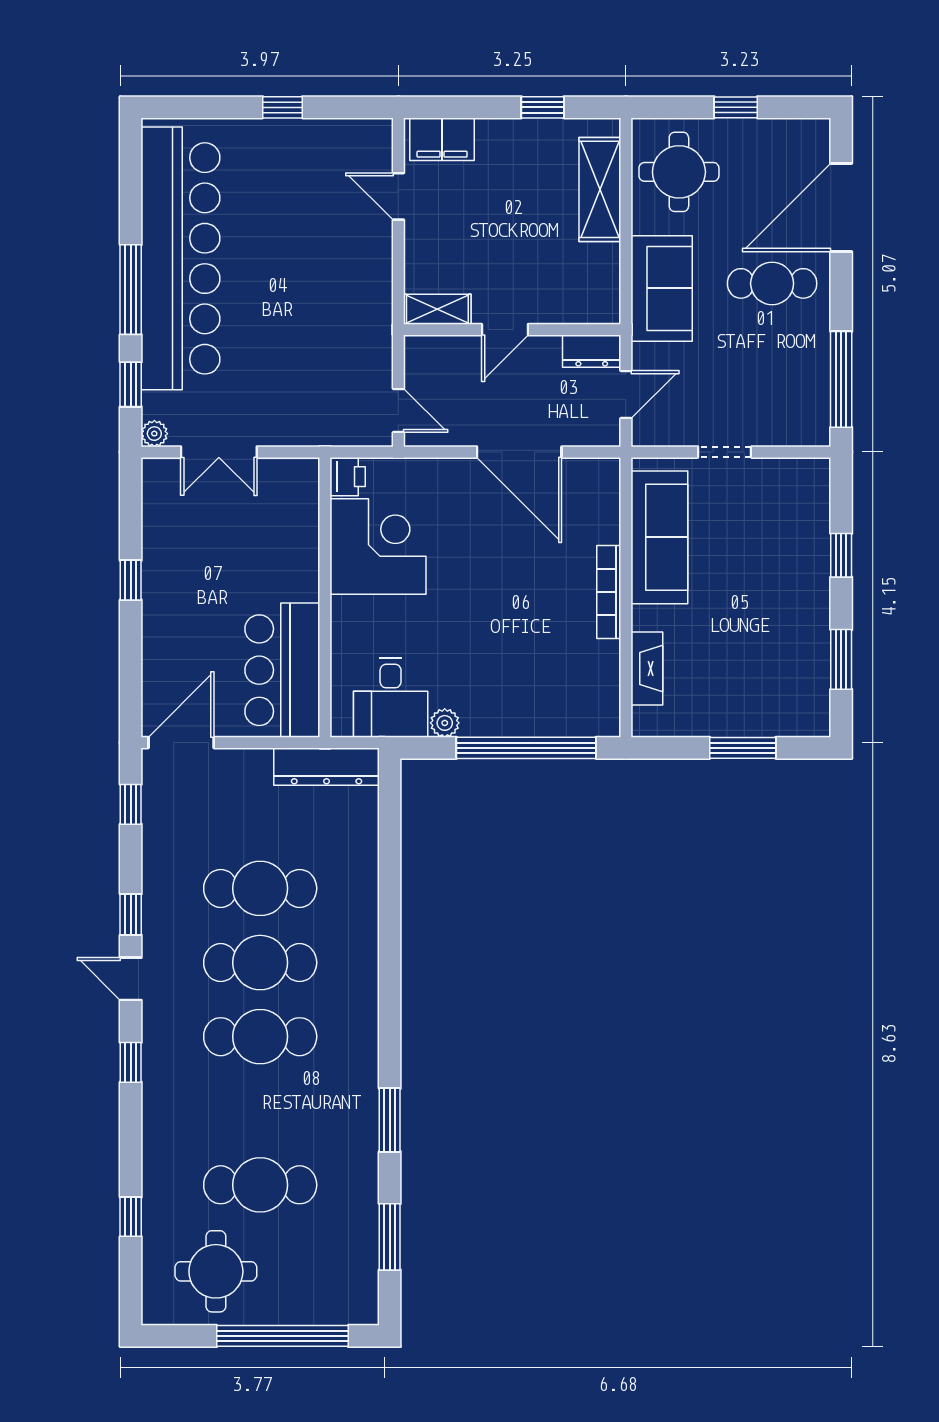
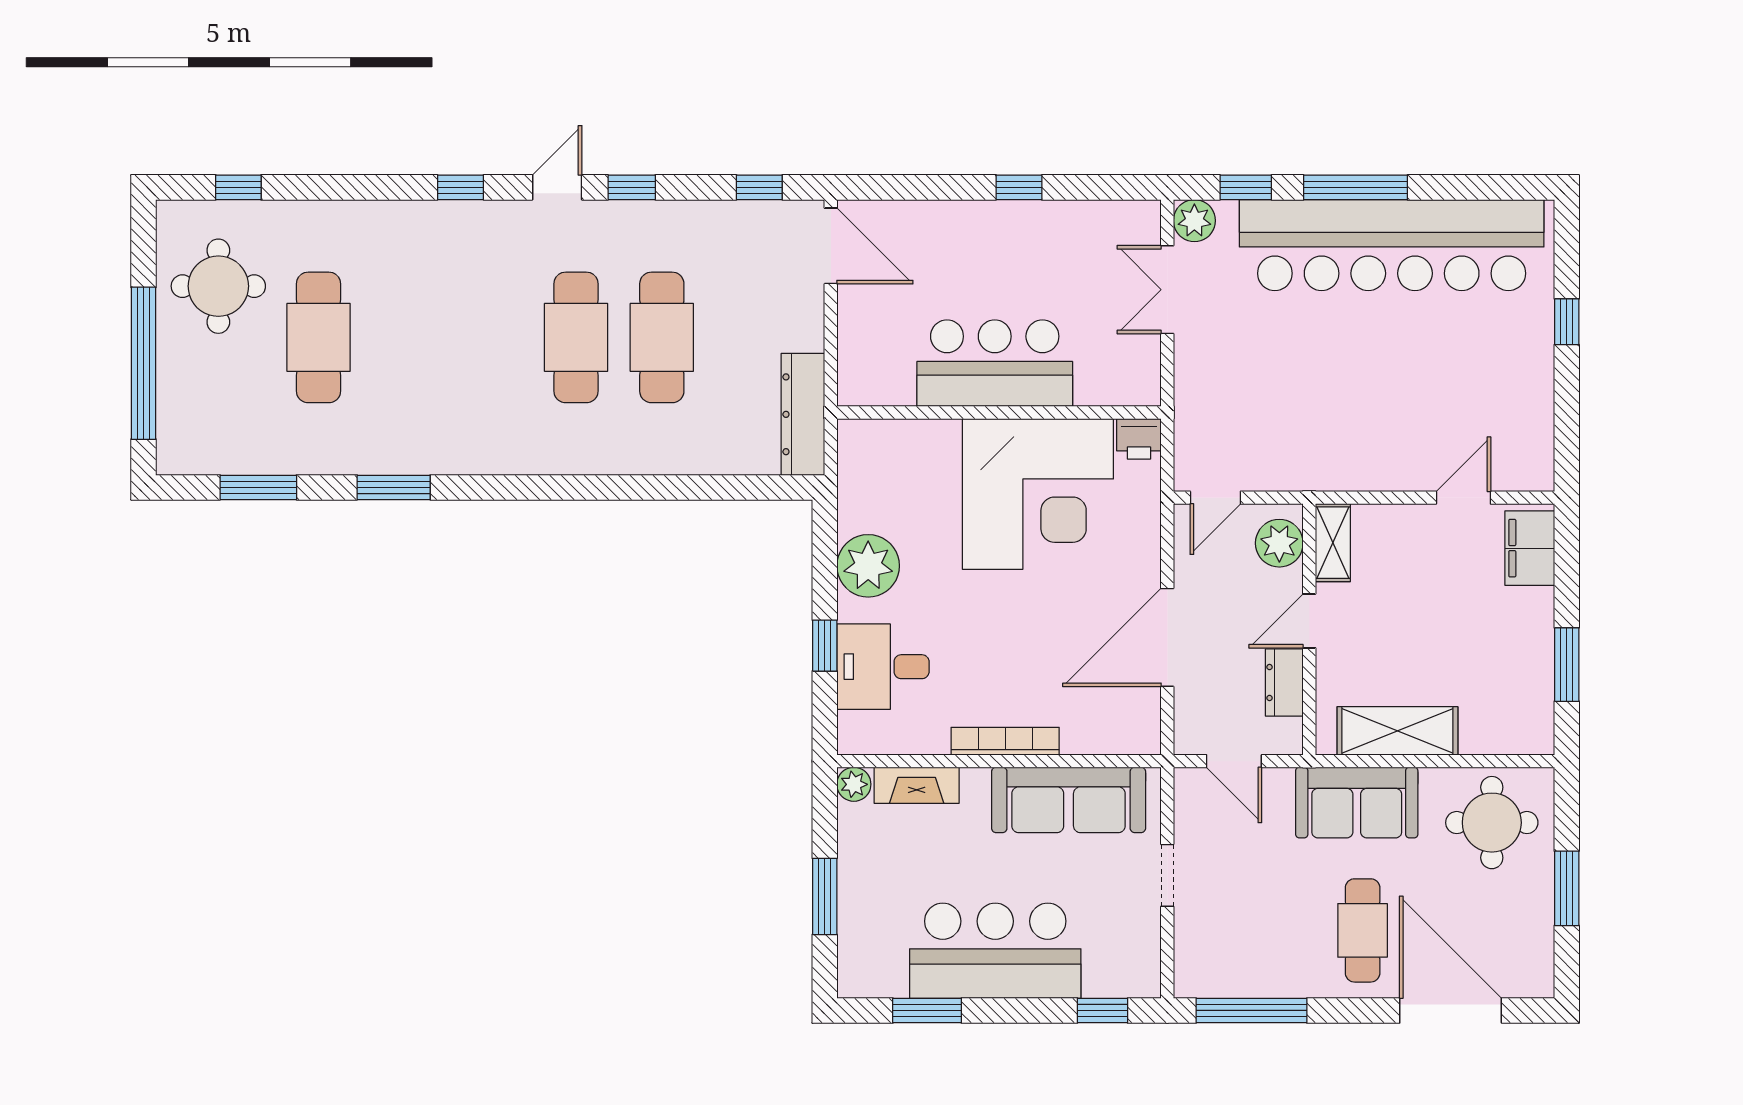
window: (282, 107) -> (1567, 322), moved
window: (543, 107) -> (1567, 665), width x1.50
window: (736, 107) -> (1567, 888), width x1.50
shelving: (600, 189) -> (1397, 731), moved
door: (505, 330) -> (1309, 621), hinge flipped
dresser: (592, 351) -> (1284, 683), moved
plant: (438, 355) -> (1279, 543), added
plant: (154, 434) -> (1194, 221), width x1.38, depth x1.38
corner desk: (378, 546) -> (1038, 494), width x1.36, depth x1.36
window: (841, 555) -> (1102, 1010), moved
bar counter: (790, 601) -> (995, 951), added
bar counter: (282, 670) -> (995, 363), moved
desk: (391, 698) -> (883, 667), moved
plant: (445, 723) -> (868, 566), width x1.87, depth x1.87
plant: (646, 723) -> (854, 784), added
window: (526, 748) -> (825, 646), width x0.32
cafe table: (260, 1037) -> (490, 337), removed
window: (131, 1217) -> (238, 187), moved

